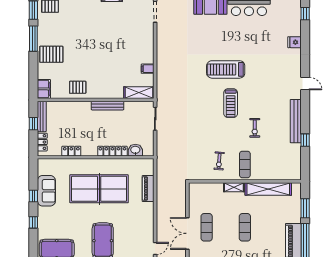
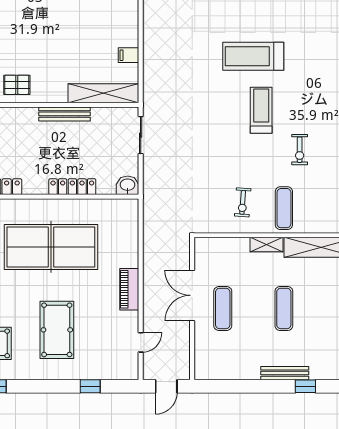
shelving: (139, 93) -> (103, 93), width x1.47
treadmill: (231, 103) -> (261, 110), turned 180
washbasin: (135, 150) -> (128, 185), moved
piano: (148, 189) -> (129, 289), moved
double door: (187, 233) -> (192, 295), moved

